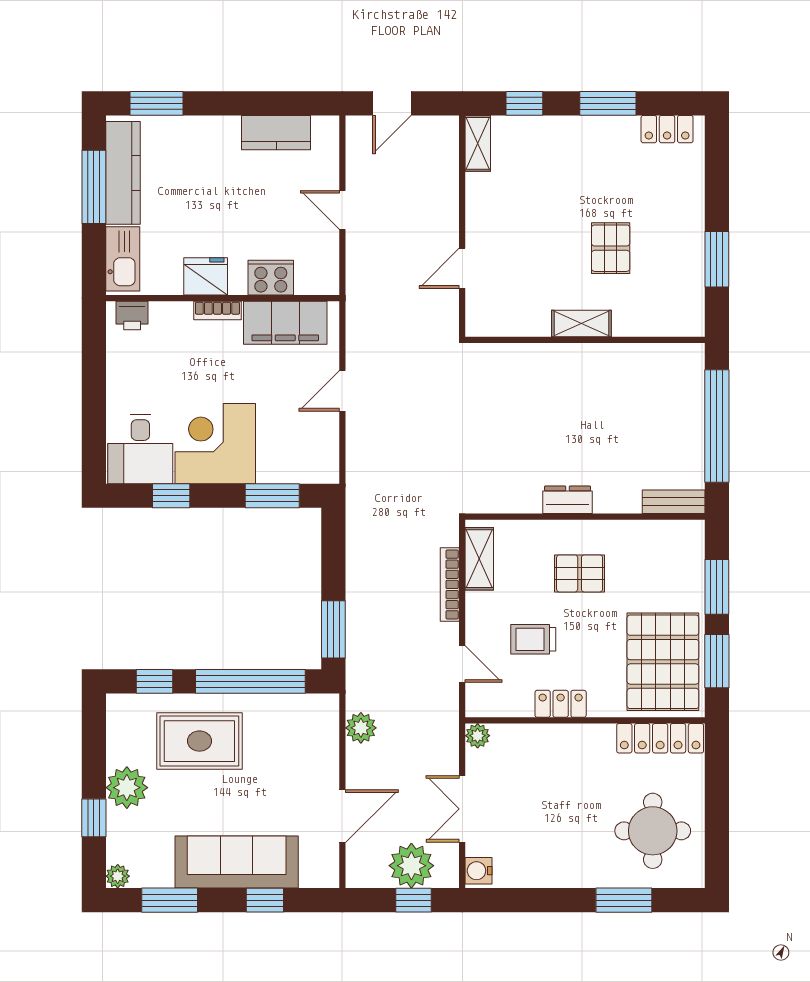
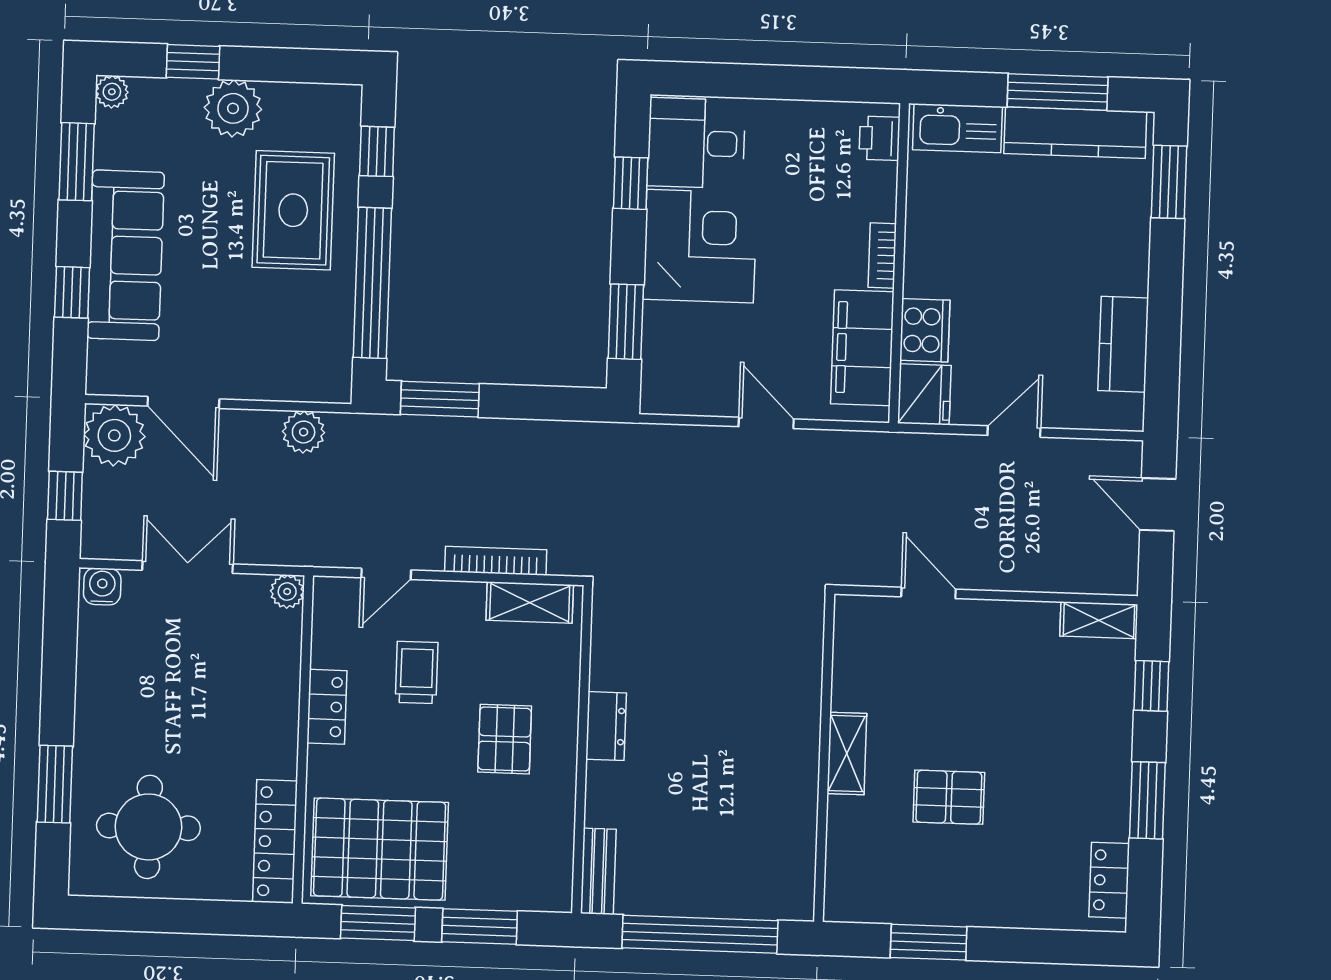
fridge: (206, 276) -> (924, 394), moved
plant: (411, 866) -> (114, 435), moved

